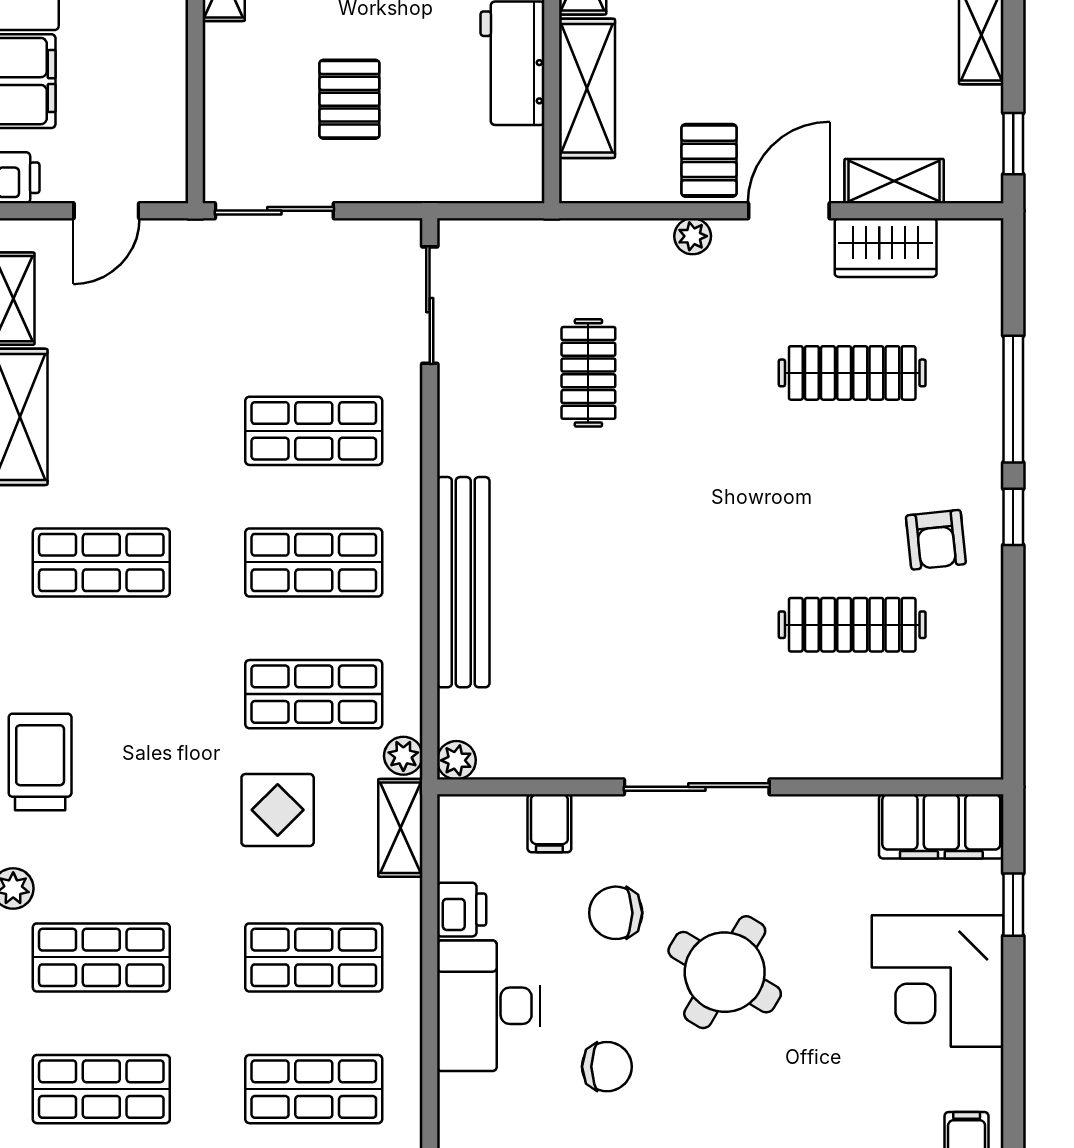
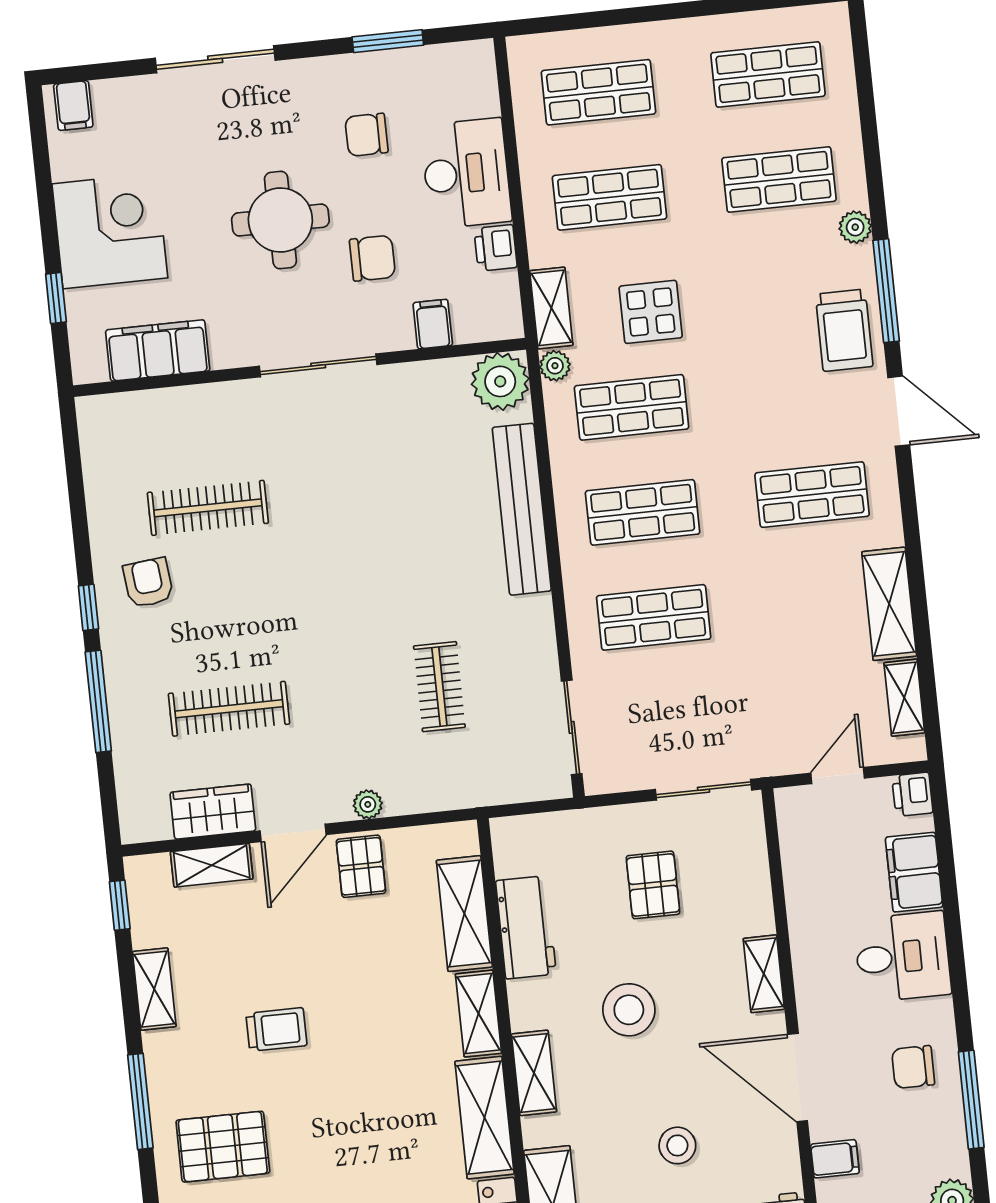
plant: (456, 760) -> (500, 381), width x1.88, depth x1.88
filing cabinet: (941, 826) -> (158, 350), moved
round table: (725, 972) -> (280, 220), turned -31

